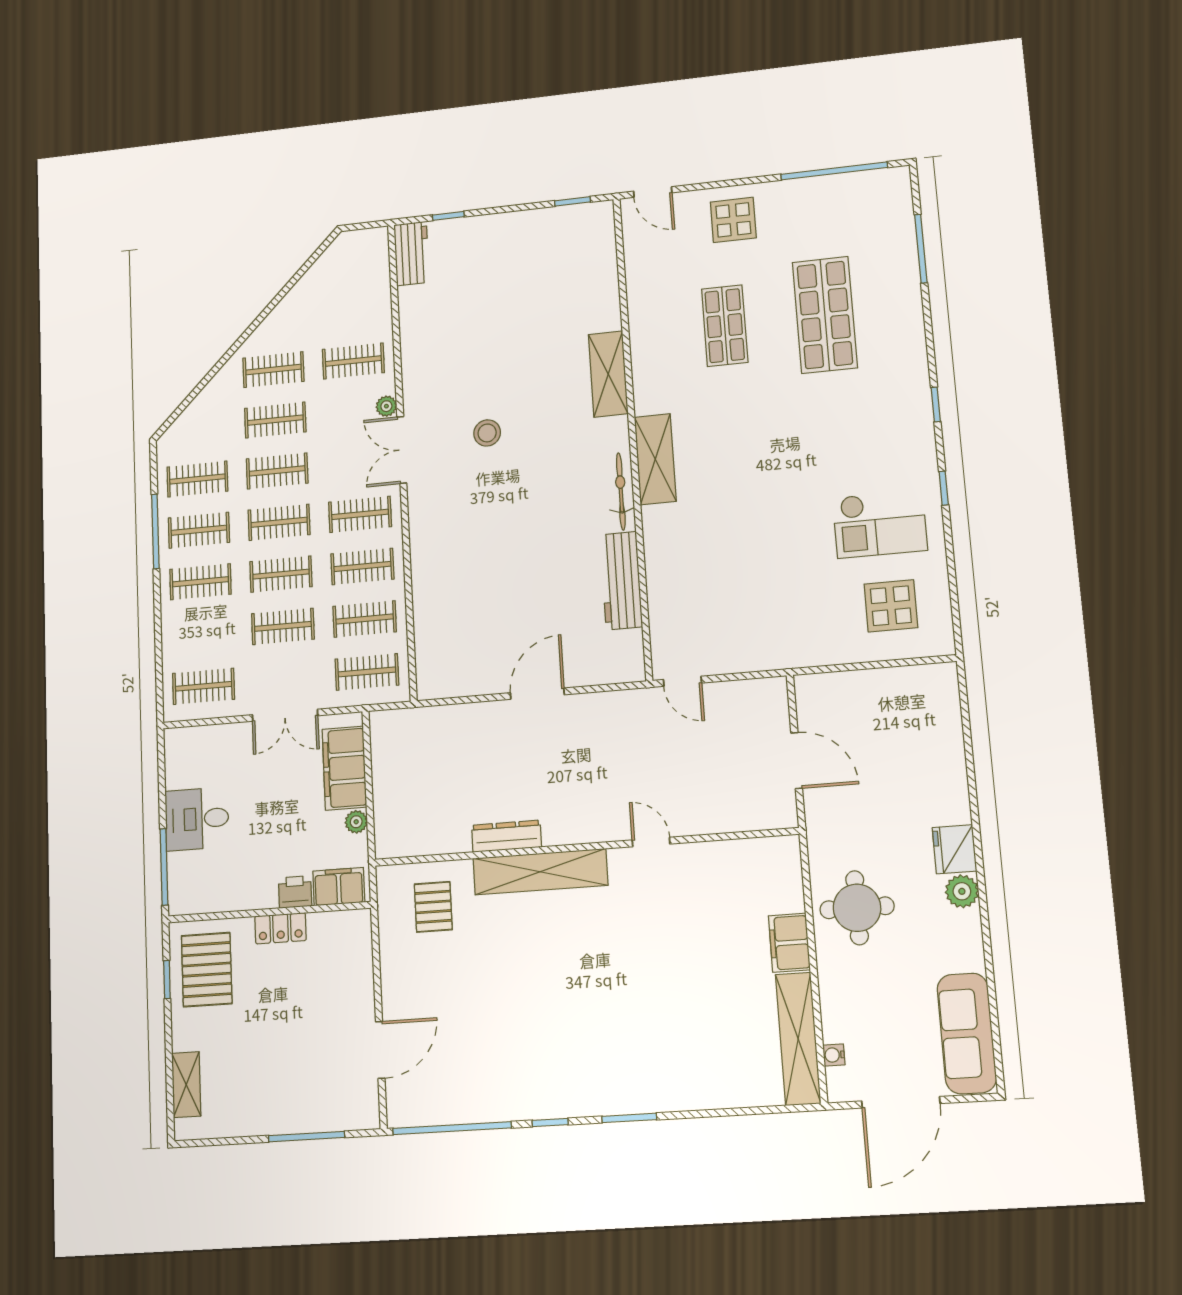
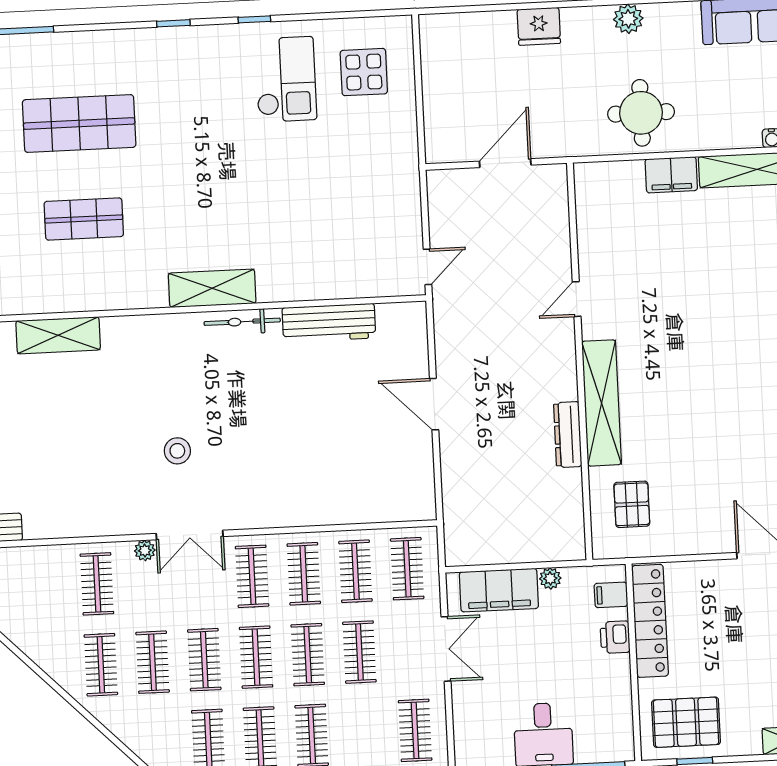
shelving: (608, 374) -> (58, 335), moved
fridge: (954, 849) -> (539, 26), moved
filing cabinet: (339, 887) -> (611, 595), width x0.50
pallet: (433, 907) -> (632, 504), turned 90
locker: (280, 928) -> (650, 621), width x2.16, depth x1.21

